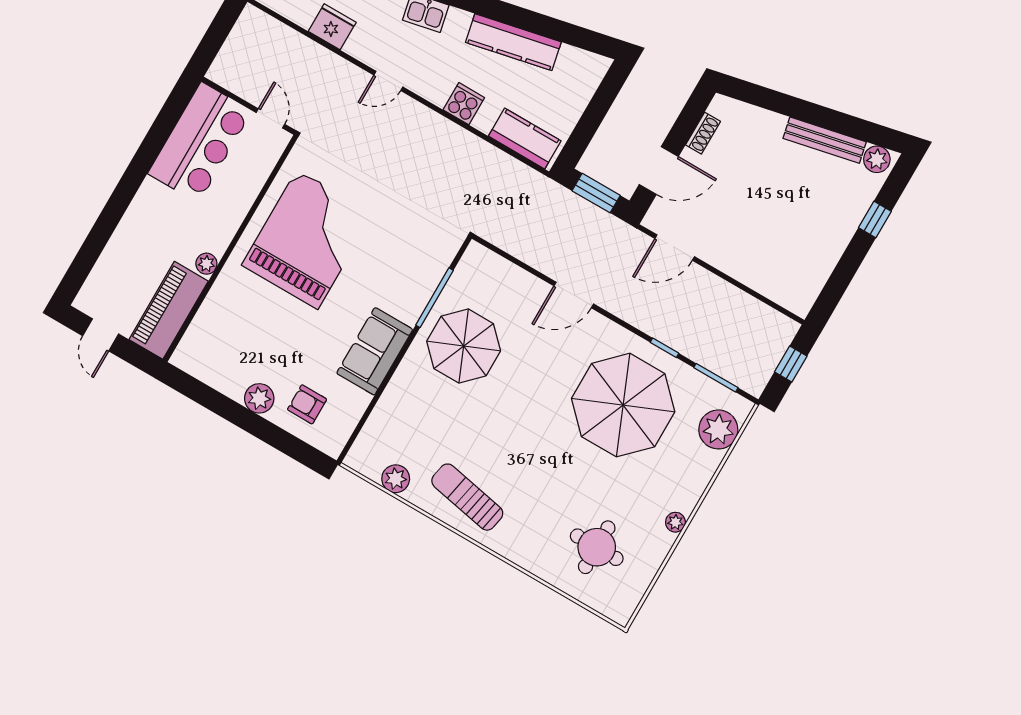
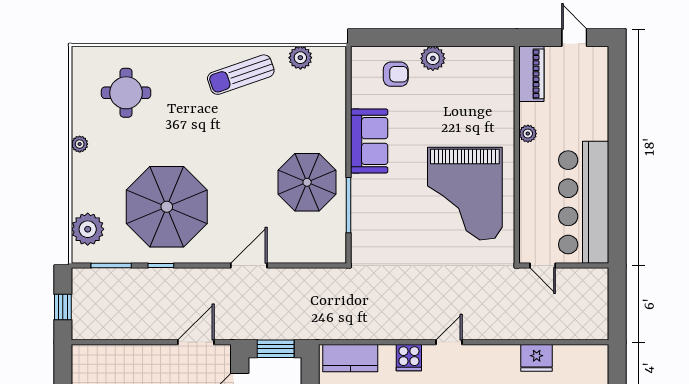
door: (388, 81) -> (449, 342), moved
bar counter: (200, 142) -> (584, 202), width x1.36
piano: (169, 310) -> (531, 74), width x0.73, depth x0.75
sun lounger: (467, 497) -> (241, 75), turned 150

